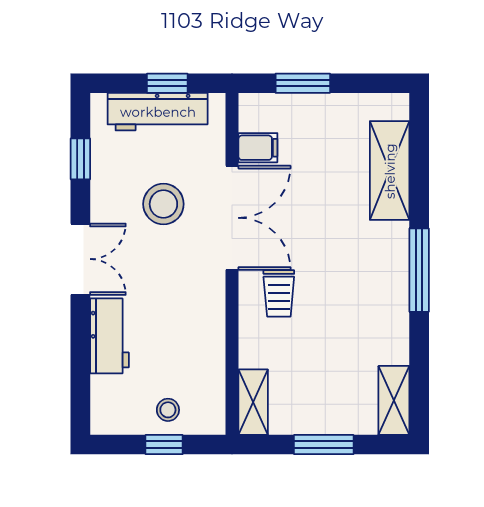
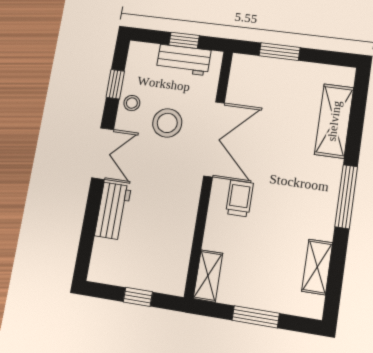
workbench: (158, 112) -> (184, 60), width x0.73
filing cabinet: (258, 148) -> (241, 92), removed
trolley: (279, 293) -> (239, 198), turned 180
shelving: (394, 400) -> (317, 267), moved
stool: (168, 410) -> (132, 103), moved

